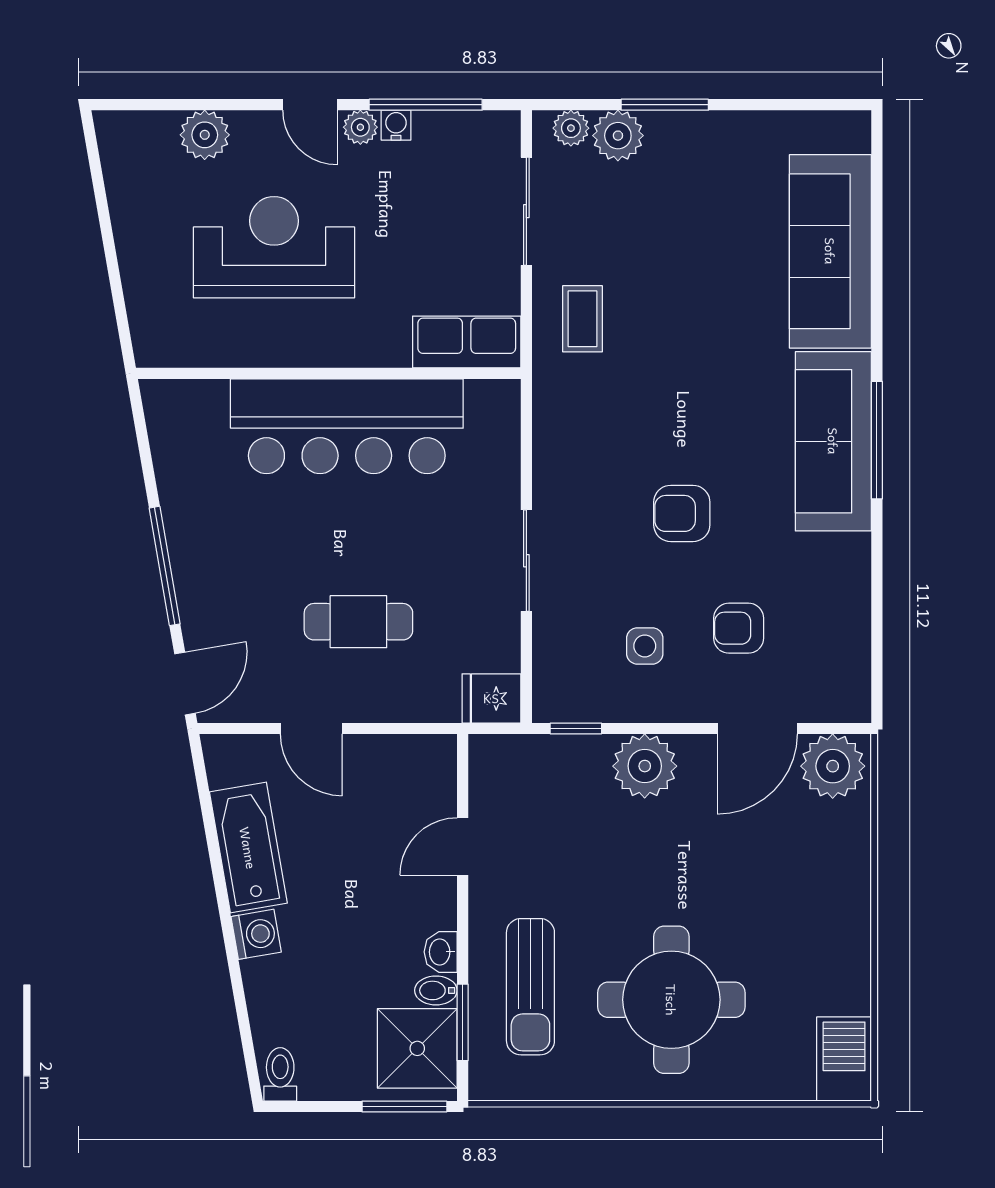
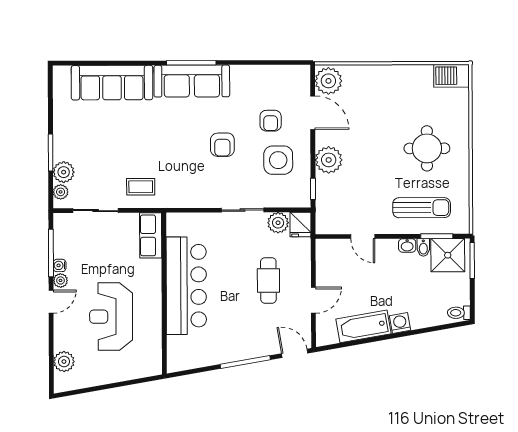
plant: (205, 135) -> (64, 362), moved
plant: (496, 645) -> (278, 223), added
side table: (645, 646) -> (278, 160), width x1.87, depth x1.87
round table: (671, 1000) -> (427, 148), width x0.73, depth x0.73

